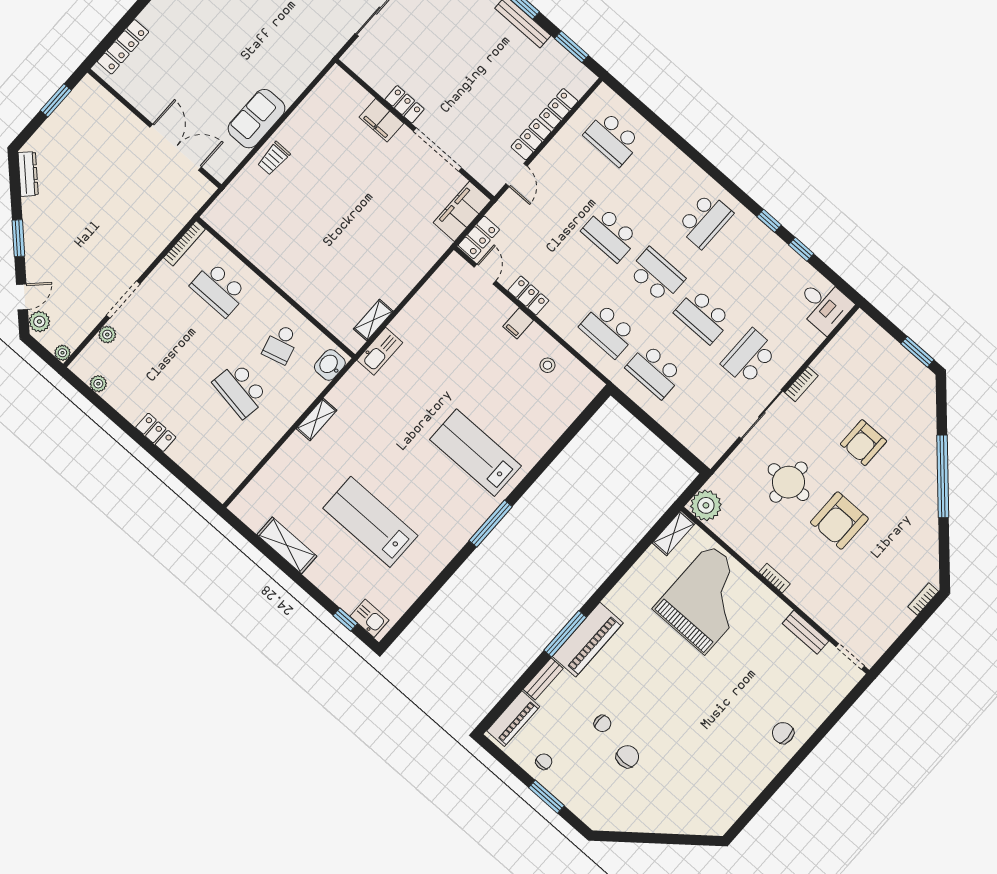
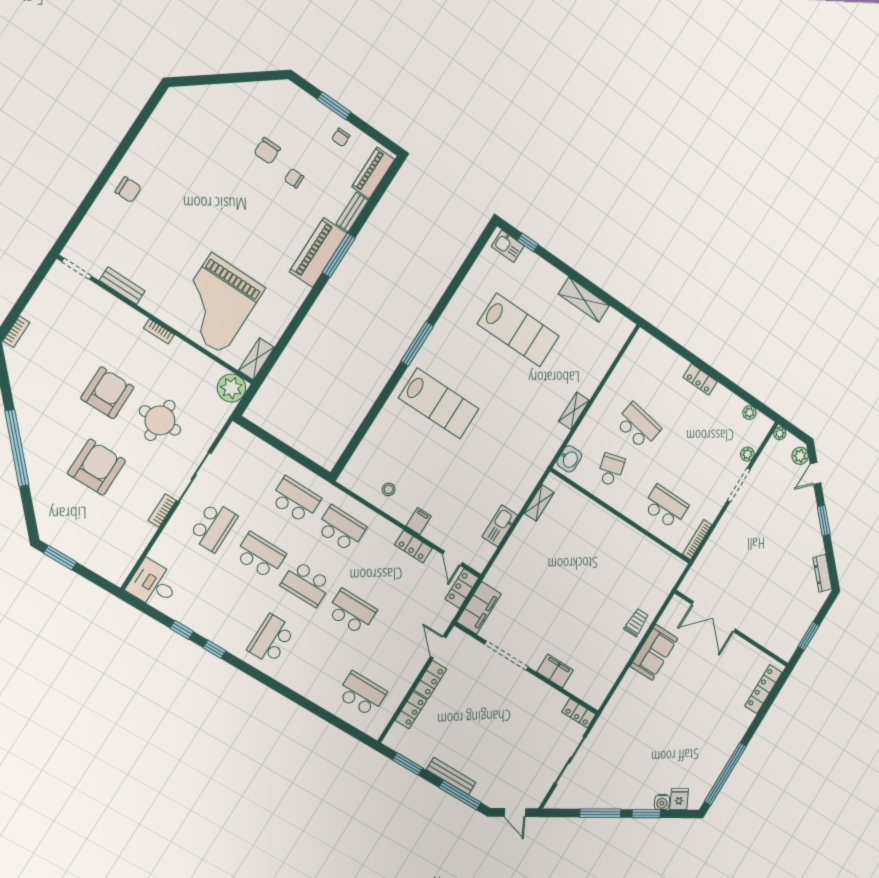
locker: (404, 104) -> (579, 713), moved
kitchen sink: (380, 351) -> (500, 526), moved
armchair: (864, 443) -> (97, 467), width x1.36, depth x1.36

